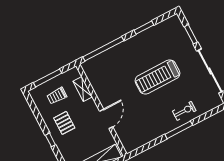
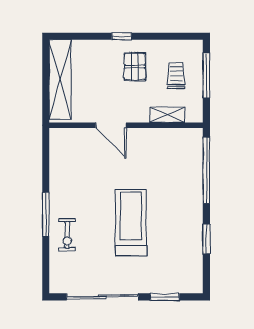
pallet: (64, 123) -> (135, 67), turned 90

